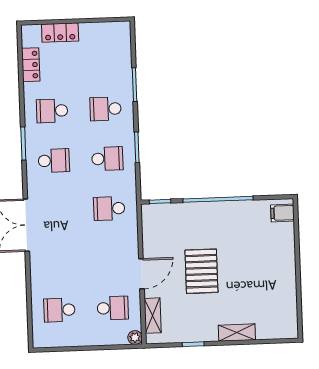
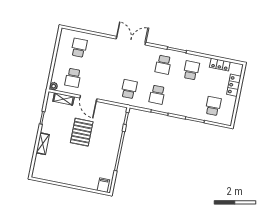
school desk: (105, 109) -> (213, 106), moved
pallet: (201, 271) -> (82, 132), turned 90

